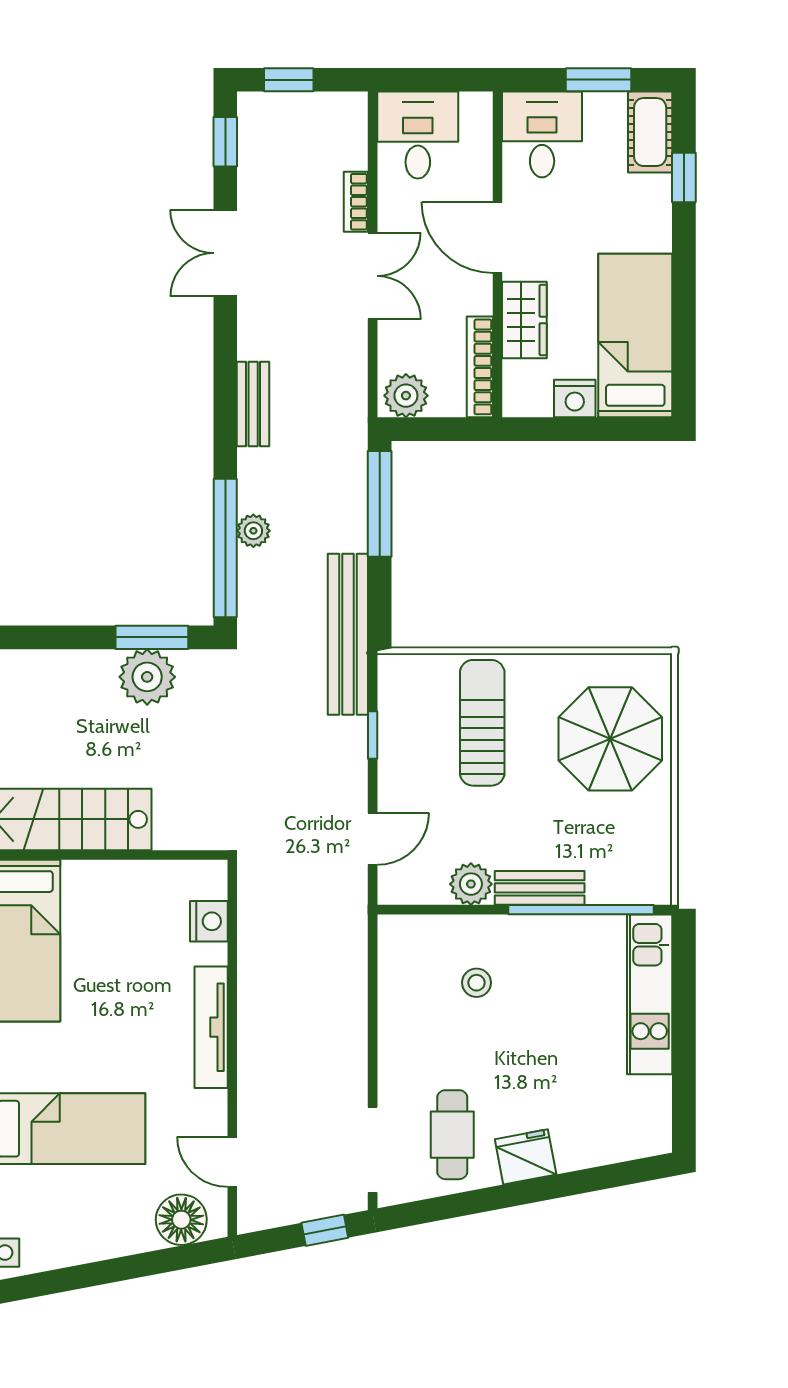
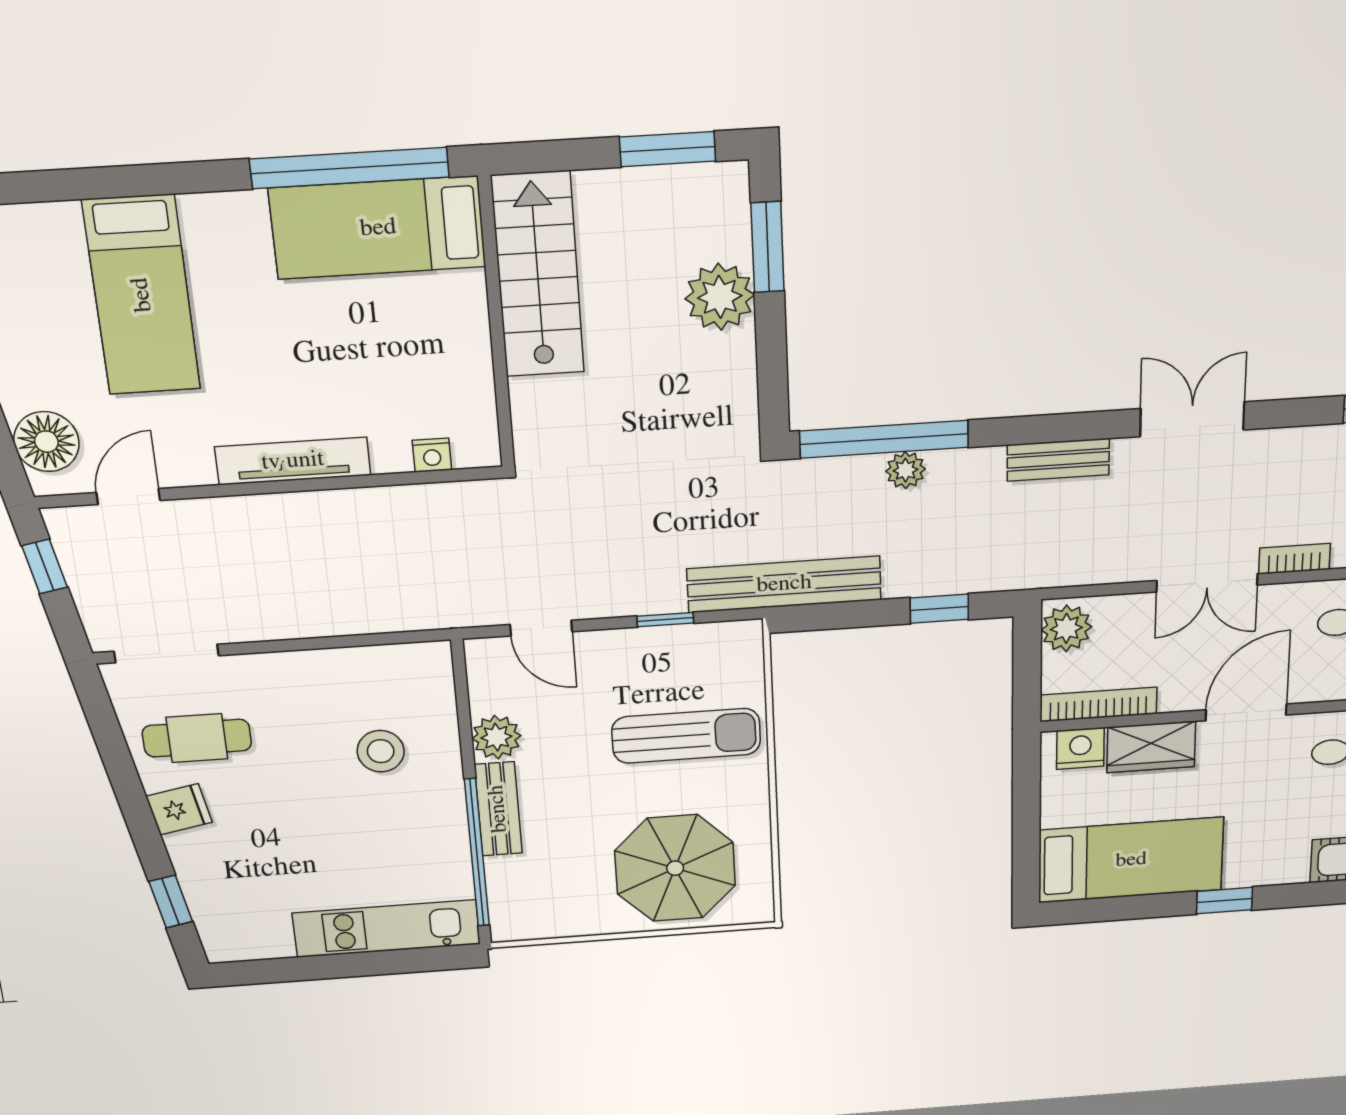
window: (684, 178) -> (1224, 901), moved
double door: (225, 253) -> (1192, 419), moved
nightstand: (575, 399) -> (1080, 748), moved, turned 90
window: (380, 504) -> (939, 609), width x0.46
window: (152, 637) -> (768, 247), moved
plant: (147, 677) -> (720, 297), moved
nightstand: (209, 921) -> (432, 455), width x0.72, depth x0.74
stool: (477, 983) -> (381, 751), width x1.37, depth x1.37
fridge: (526, 1157) -> (179, 809), width x0.72
window: (607, 1177) -> (171, 902), added
window: (325, 1230) -> (45, 566), moved

